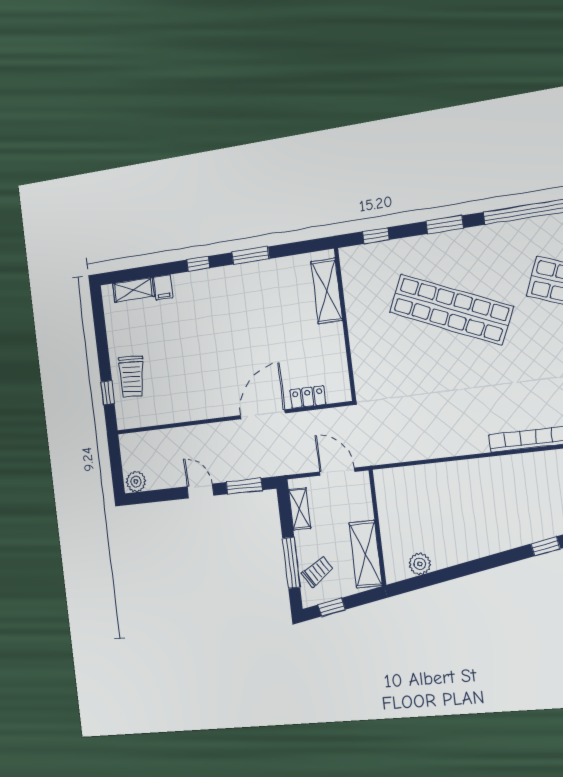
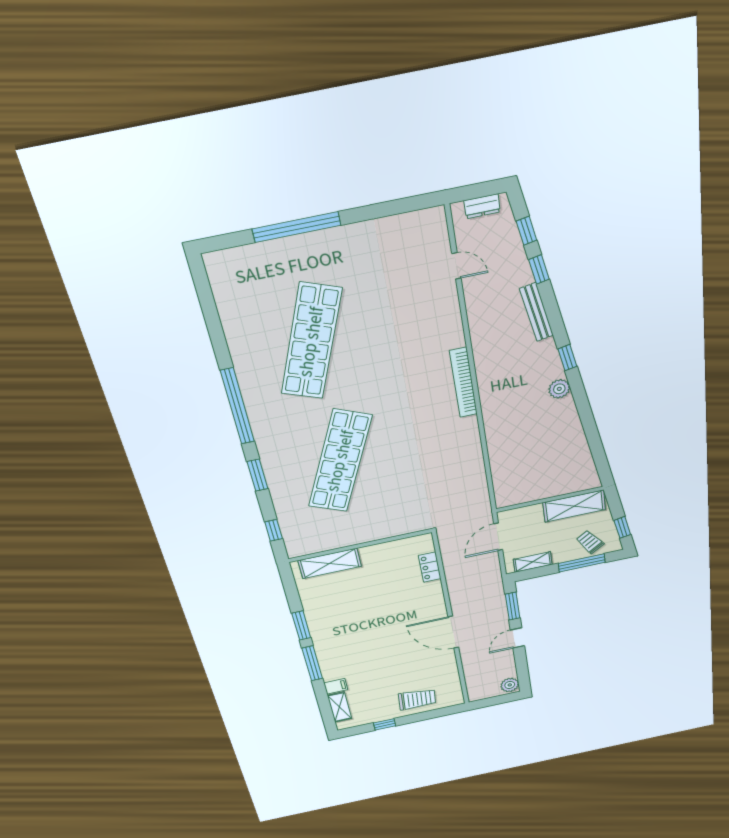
window: (198, 264) -> (312, 663), width x2.17
window: (108, 393) -> (385, 724), moved
door: (263, 414) -> (453, 632), moved
plant: (420, 564) -> (559, 389), moved

